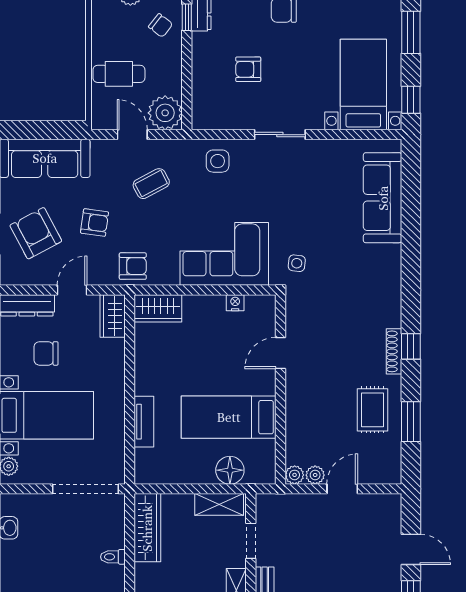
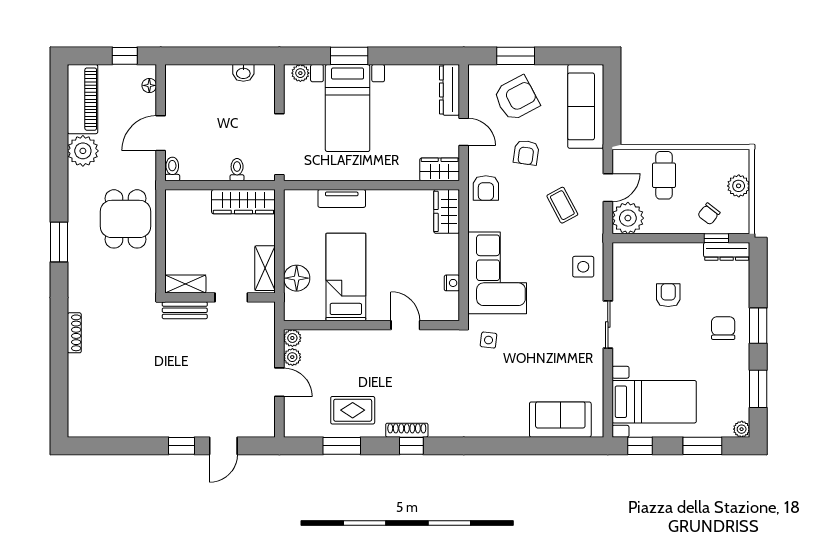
sofa: (383, 198) -> (560, 420), width x0.73
chair: (46, 353) -> (405, 108), removed
toilet: (113, 557) -> (237, 170), moved

